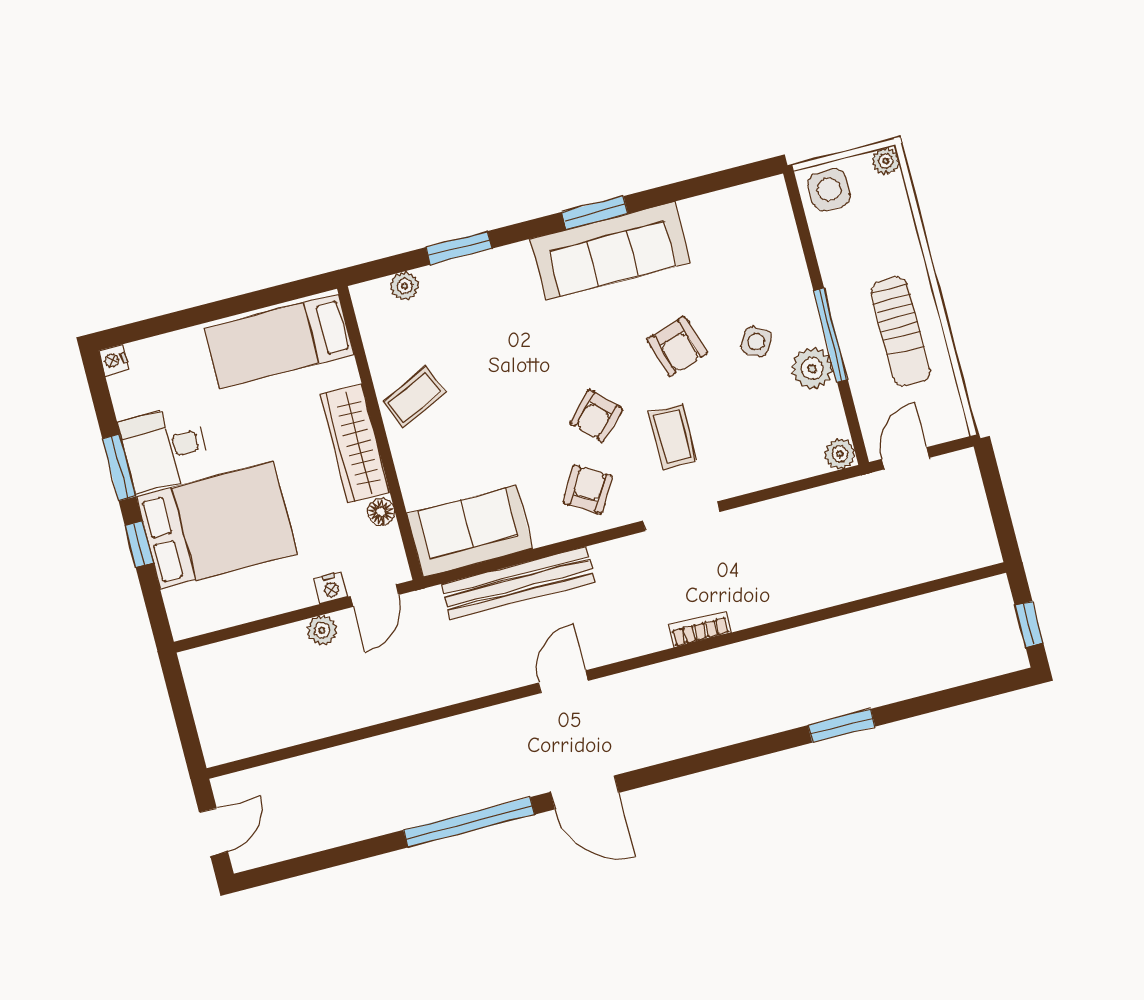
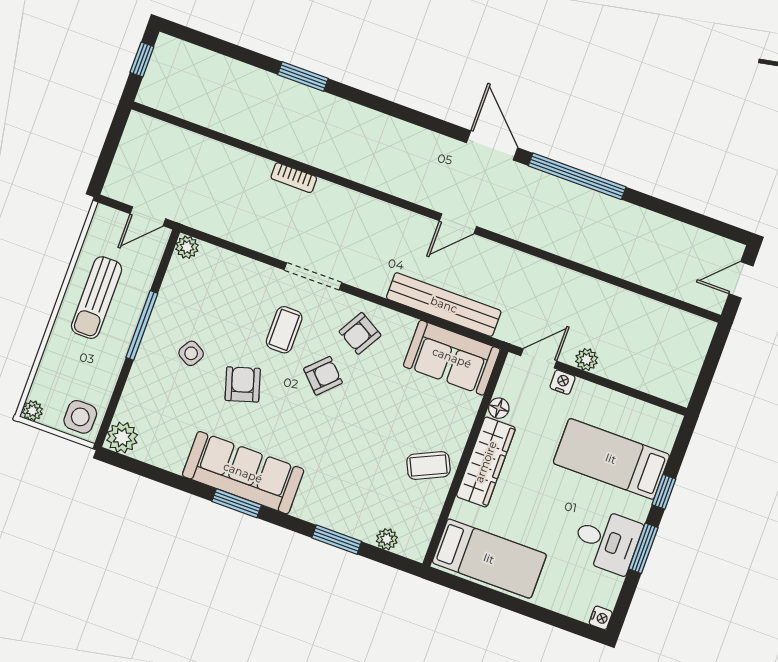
sun lounger: (901, 332) -> (97, 298), turned 180
plant: (812, 369) -> (122, 438), moved
bed: (217, 525) -> (611, 459), width x0.67
bookcase: (700, 629) -> (294, 178), moved

